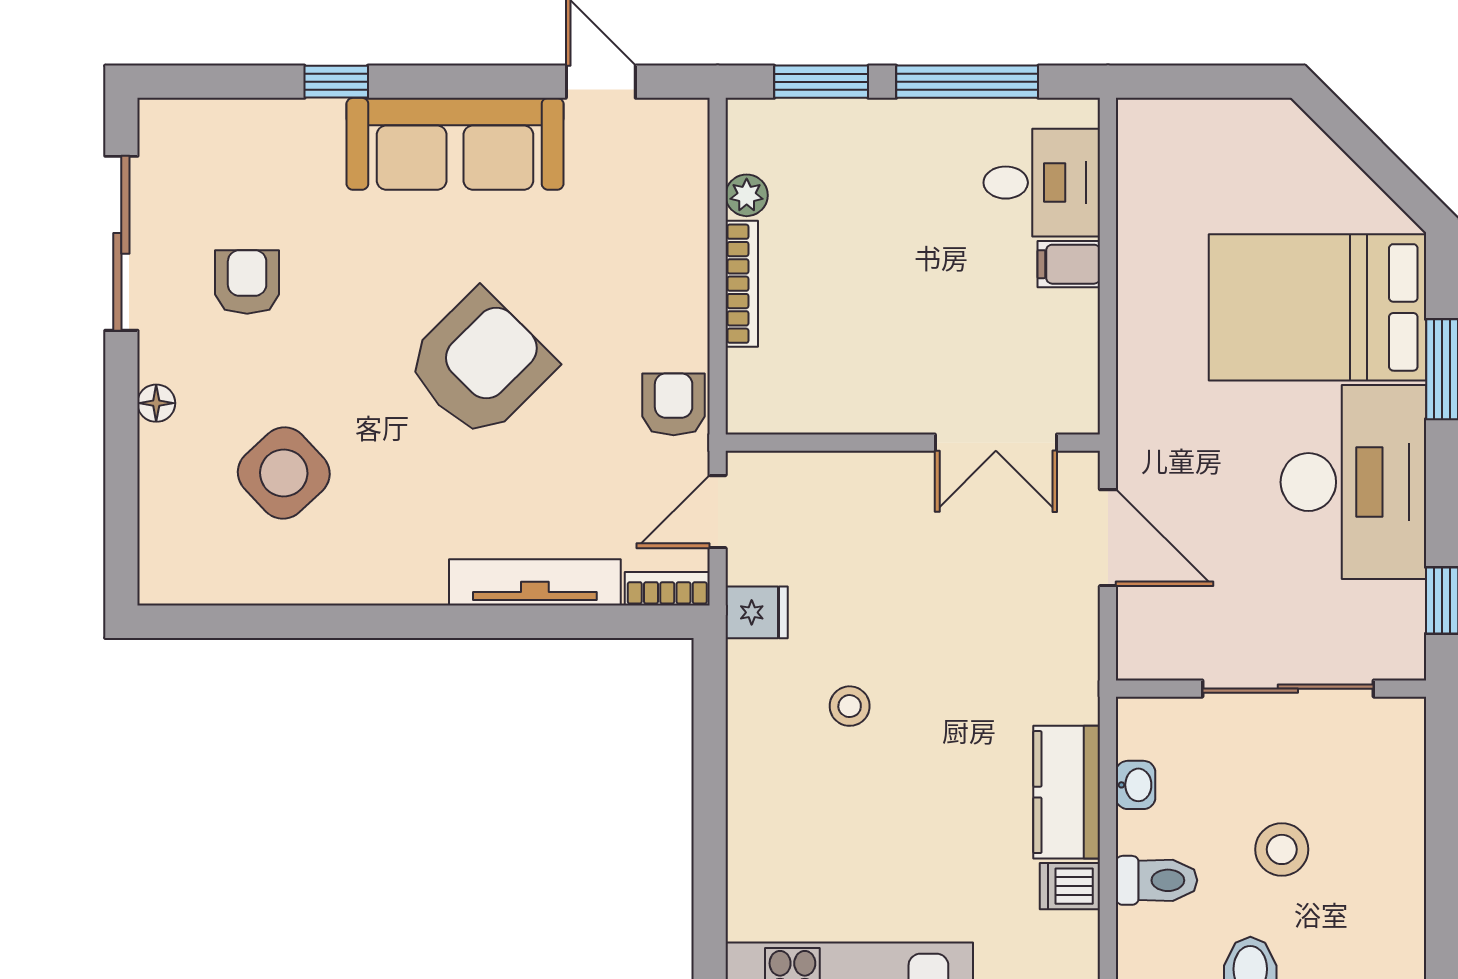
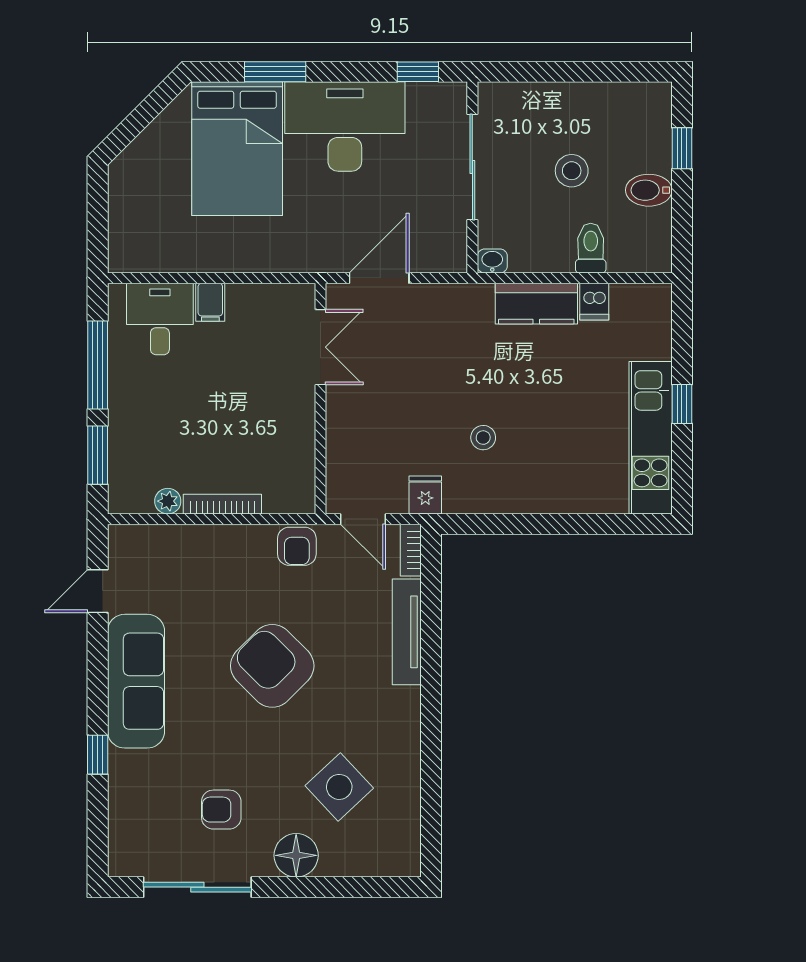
floor lamp: (156, 403) -> (296, 855), width x1.89, depth x1.89
armchair: (674, 404) -> (297, 546), turned -90
washbasin: (1136, 785) -> (492, 261), moved

